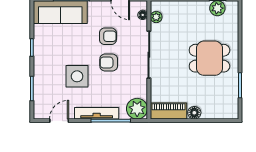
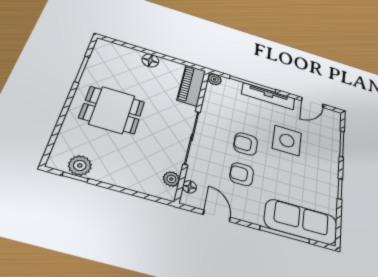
armchair: (109, 63) -> (246, 144), turned 180
plant: (137, 109) -> (215, 79), width x0.53, depth x0.53
piano: (169, 111) -> (191, 85), moved, turned 90

